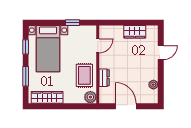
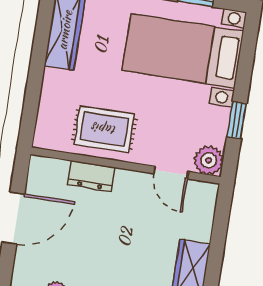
plant: (90, 97) -> (209, 160), moved

